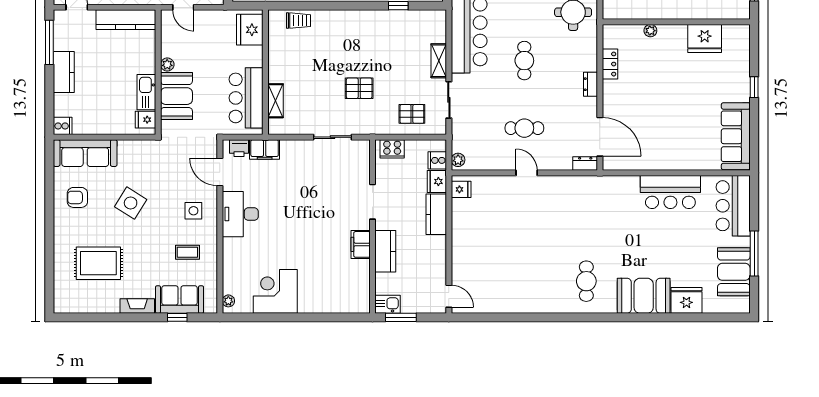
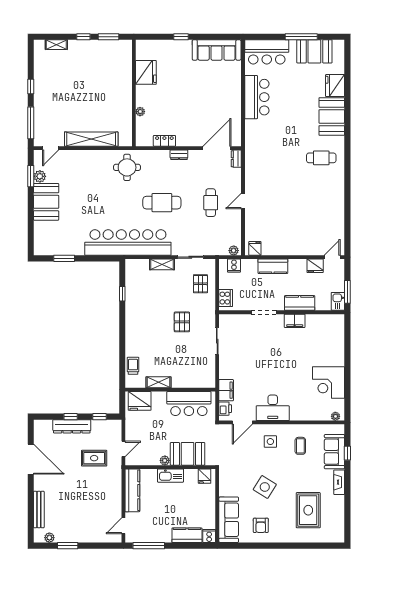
cafe table: (524, 61) -> (162, 203), width x1.37, depth x1.35
kitchen counter: (64, 72) -> (187, 535), moved
kitchen sink: (146, 92) -> (170, 476), moved
shelving: (275, 101) -> (158, 382), moved
fridge: (437, 181) -> (315, 266), moved

